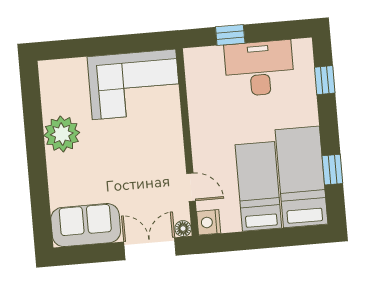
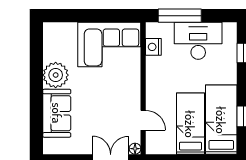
window: (230, 35) -> (180, 16), width x2.17
nightstand: (209, 222) -> (153, 47), moved
sofa: (86, 225) -> (57, 113), moved, turned 90

